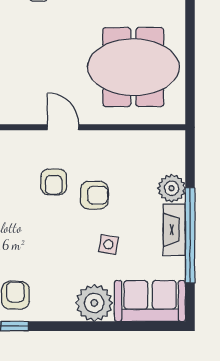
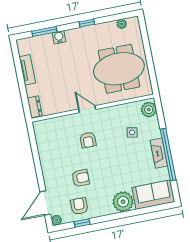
plant: (172, 188) -> (149, 110), moved
armchair: (94, 195) -> (81, 178), moved
side table: (108, 244) -> (132, 132), moved

